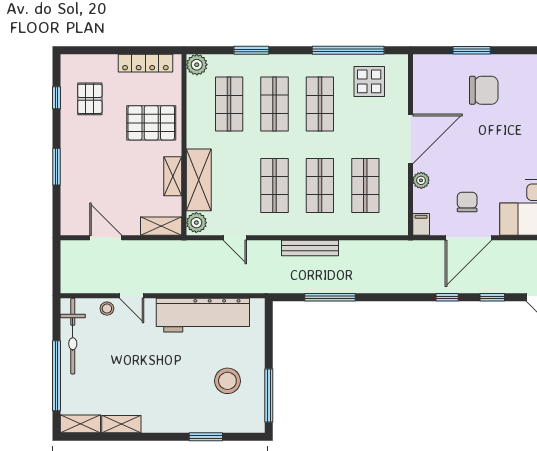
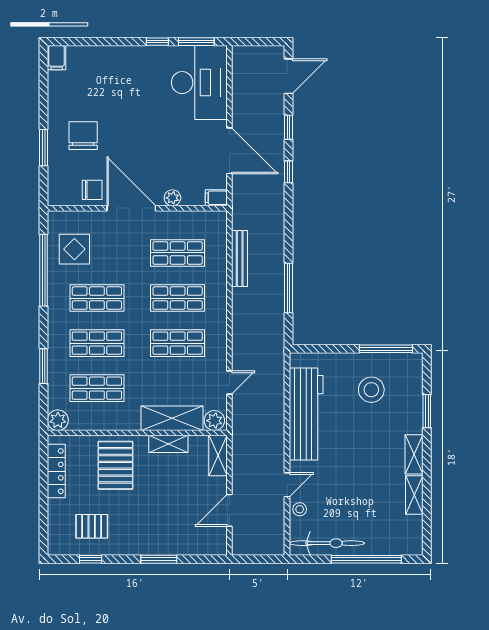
chair: (467, 202) -> (92, 190), moved, turned 180
bench: (310, 248) -> (240, 259), moved
shelving: (80, 424) -> (414, 454), moved

